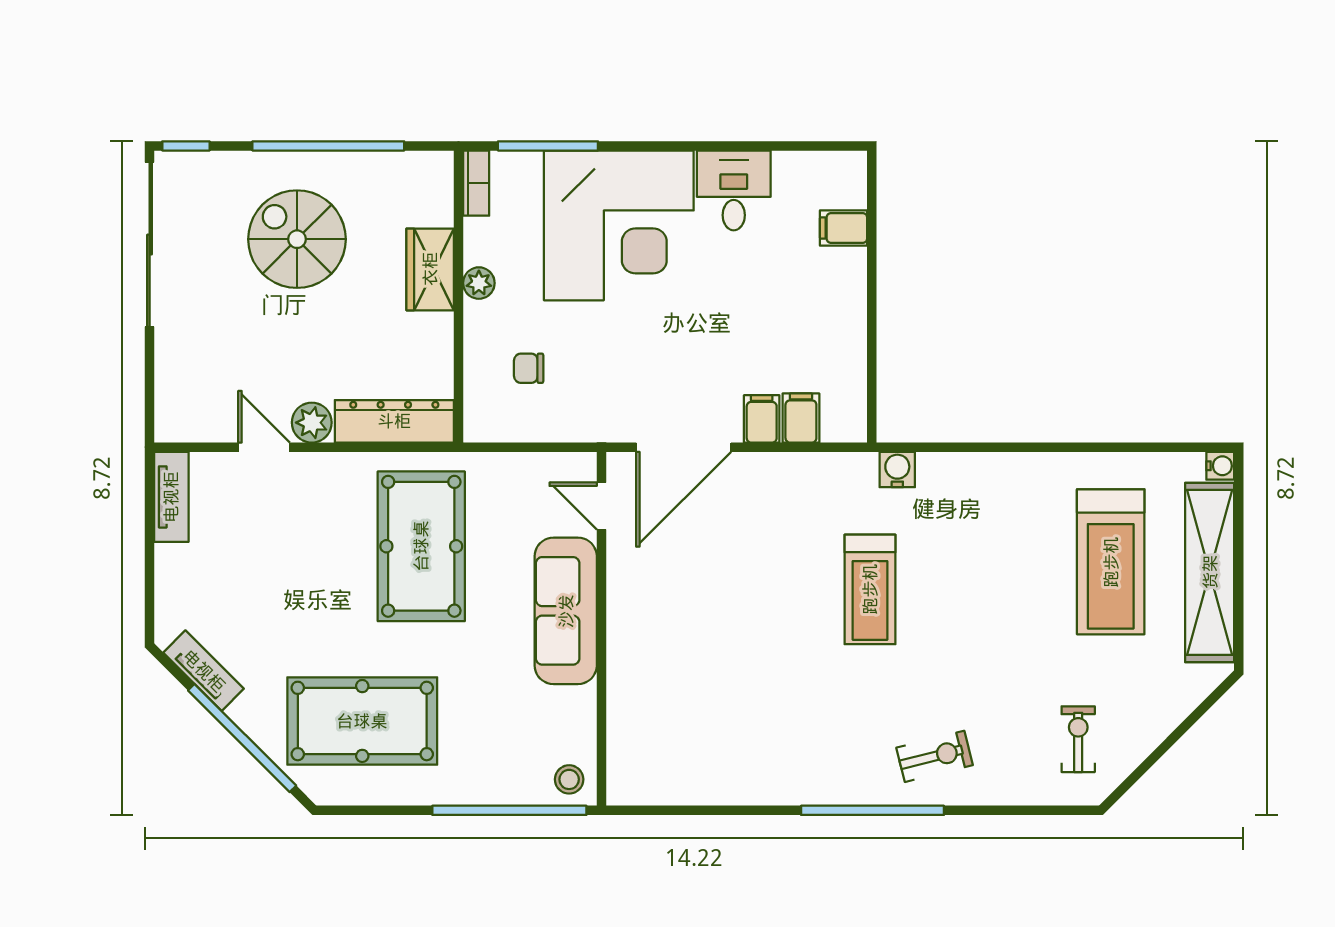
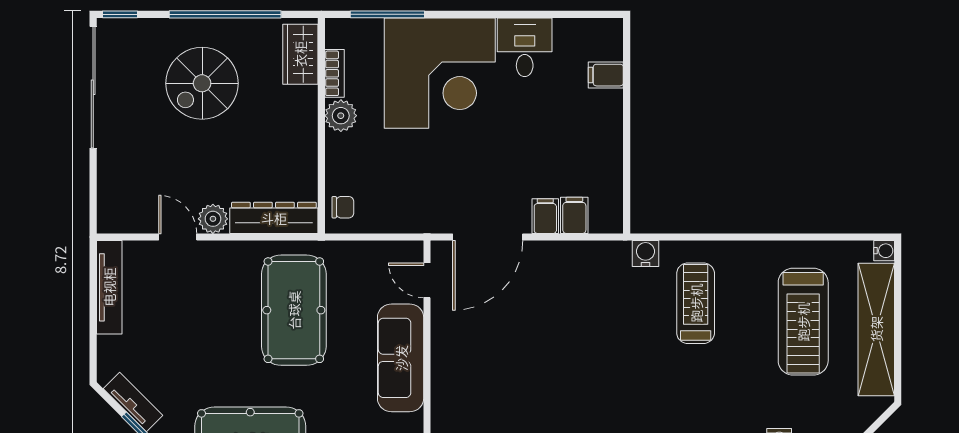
bookcase: (476, 183) -> (334, 73), moved
spiral stairs: (297, 239) -> (202, 83), turned -90
wardrobe: (430, 269) -> (300, 54), moved
plant: (479, 283) -> (341, 116), width x1.38, depth x1.38
chair: (529, 368) -> (343, 207), moved, turned 180
tv unit: (171, 497) -> (109, 287), width x1.41
treadmill: (870, 589) -> (696, 303), moved, turned 180

